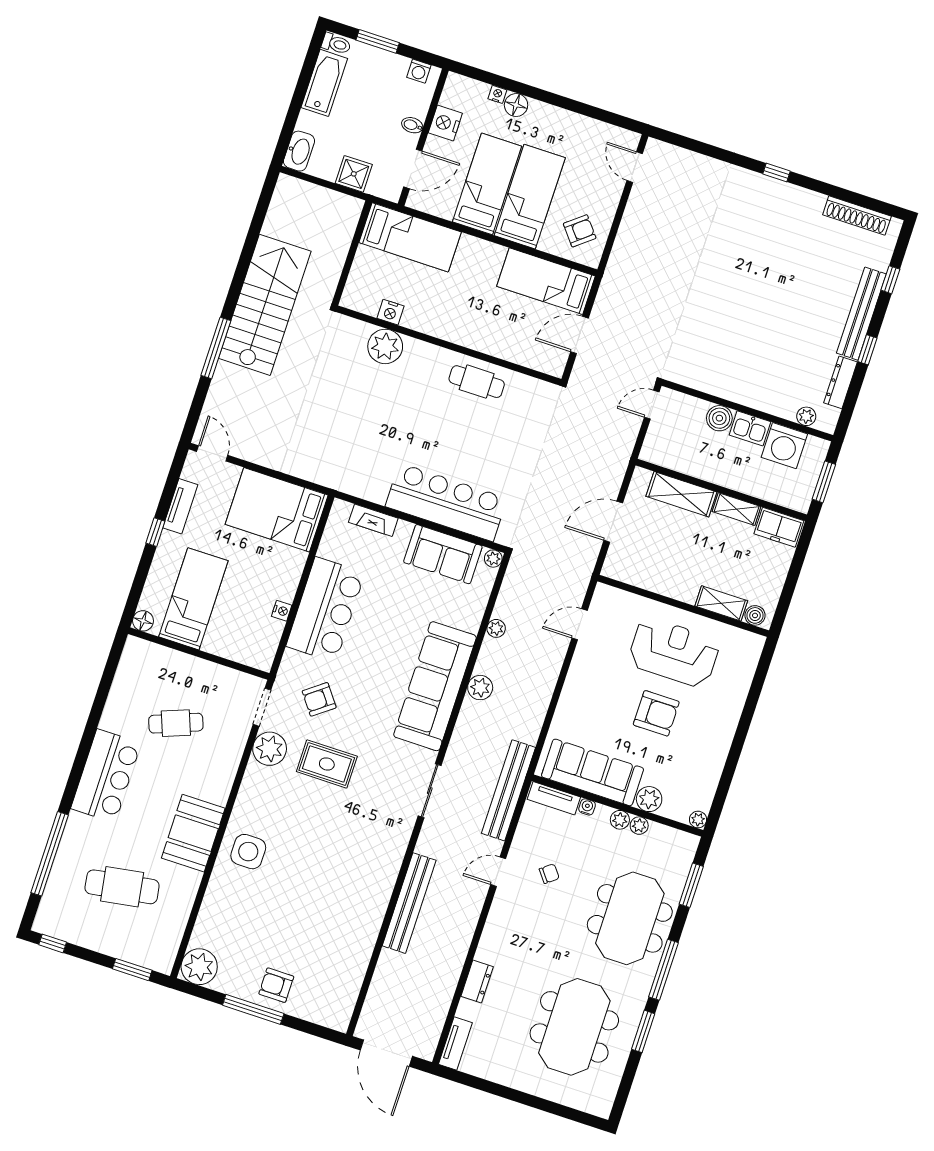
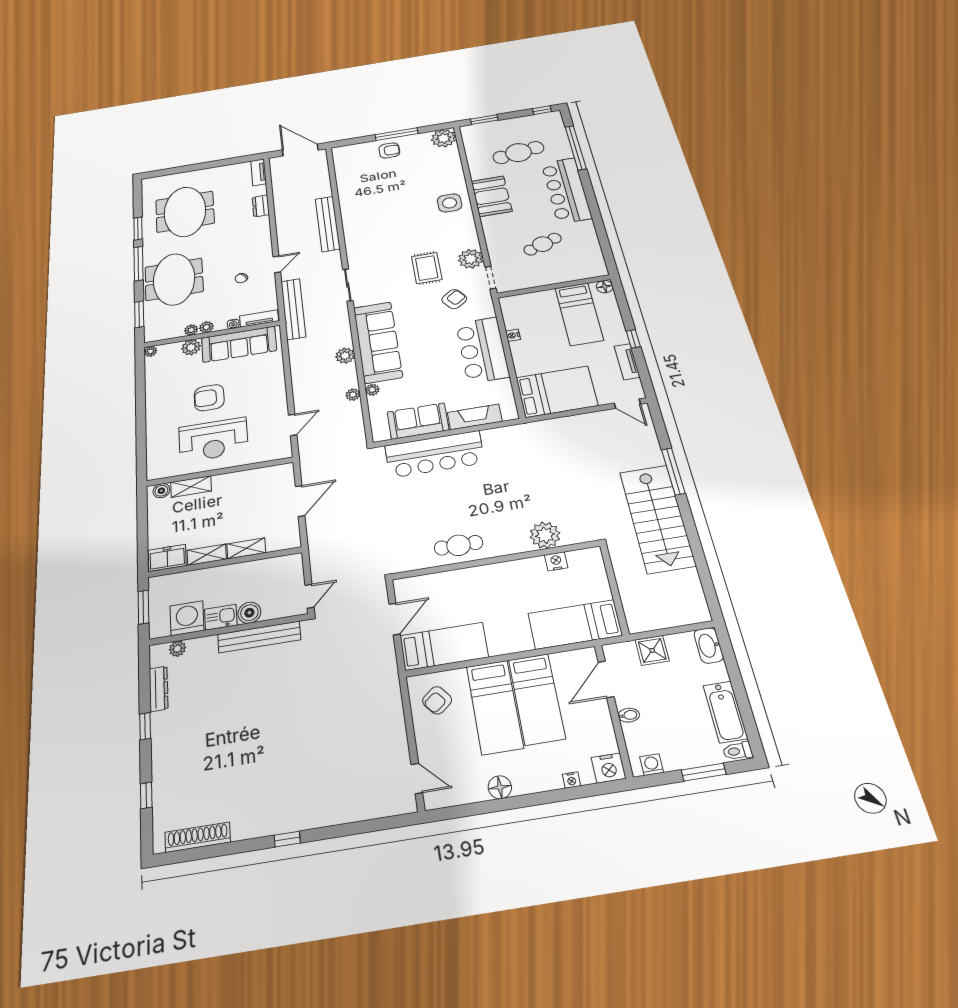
floor lamp: (516, 105) -> (500, 787), moved
nightstand: (445, 123) -> (609, 768), moved, turned 90
bench: (861, 314) -> (259, 637), moved, turned 90
shelving: (681, 494) -> (246, 548), width x0.67, depth x0.75
fireplace: (373, 520) -> (475, 417), width x1.37, depth x1.32
plant: (493, 559) -> (372, 390), moved
rug: (327, 764) -> (427, 268), turned 90
bar counter: (106, 776) -> (566, 190), width x1.36

